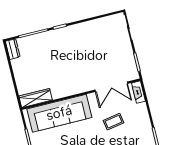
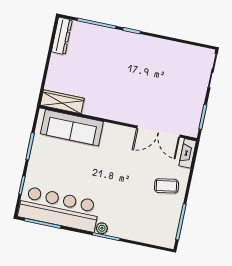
dresser: (13, 49) -> (62, 36), width x1.44
sofa: (59, 113) -> (72, 128), width x0.74, depth x0.79
coffee table: (114, 122) -> (166, 186), moved

